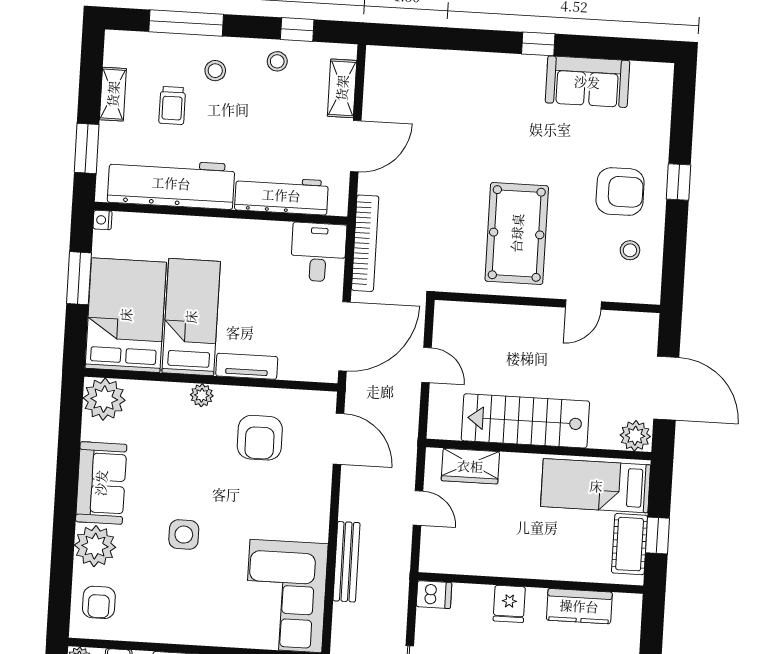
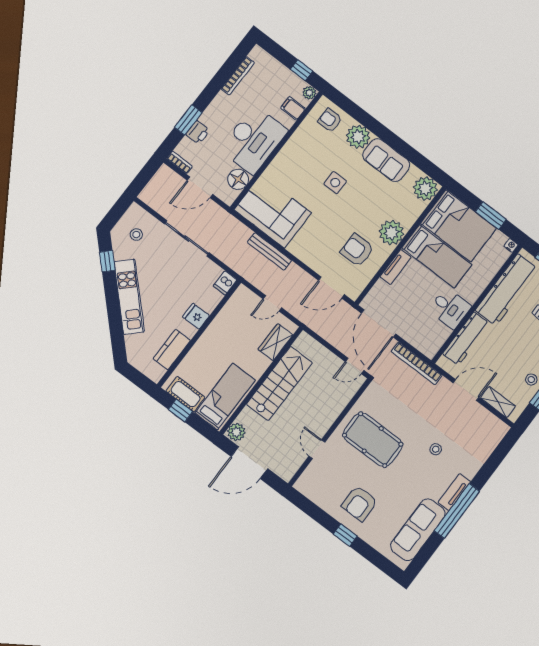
window: (538, 44) -> (457, 511), width x3.17
tv unit: (513, 66) -> (454, 492), added
sofa: (587, 82) -> (418, 530), width x1.36
door: (356, 146) -> (466, 390), swing flipped
stool: (630, 250) -> (436, 449), moved
desk: (318, 252) -> (450, 308), moved
door: (426, 365) -> (355, 366), moved
plant: (202, 395) -> (391, 233), width x1.87, depth x1.87

